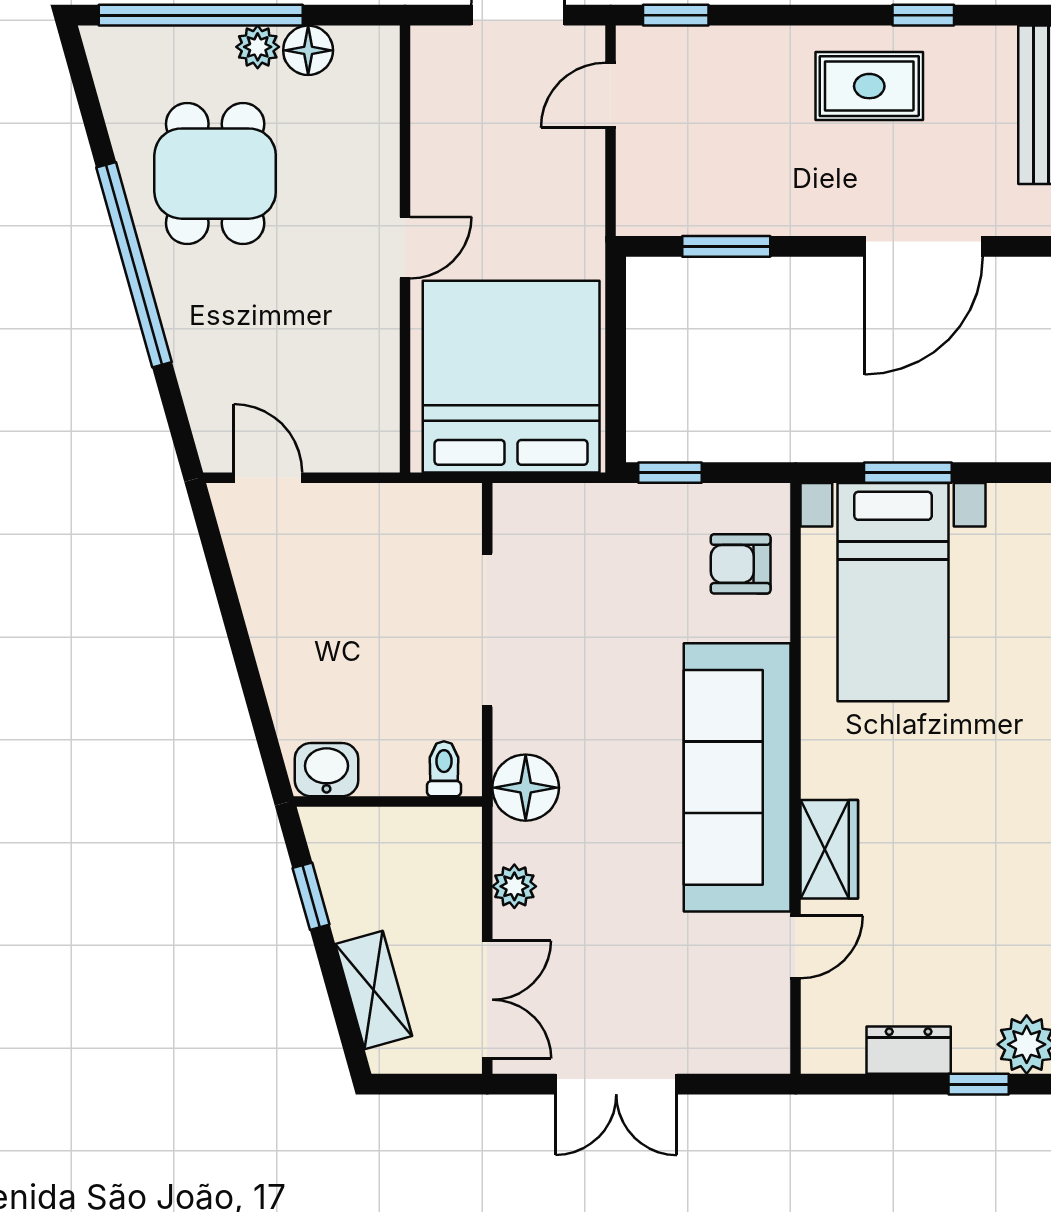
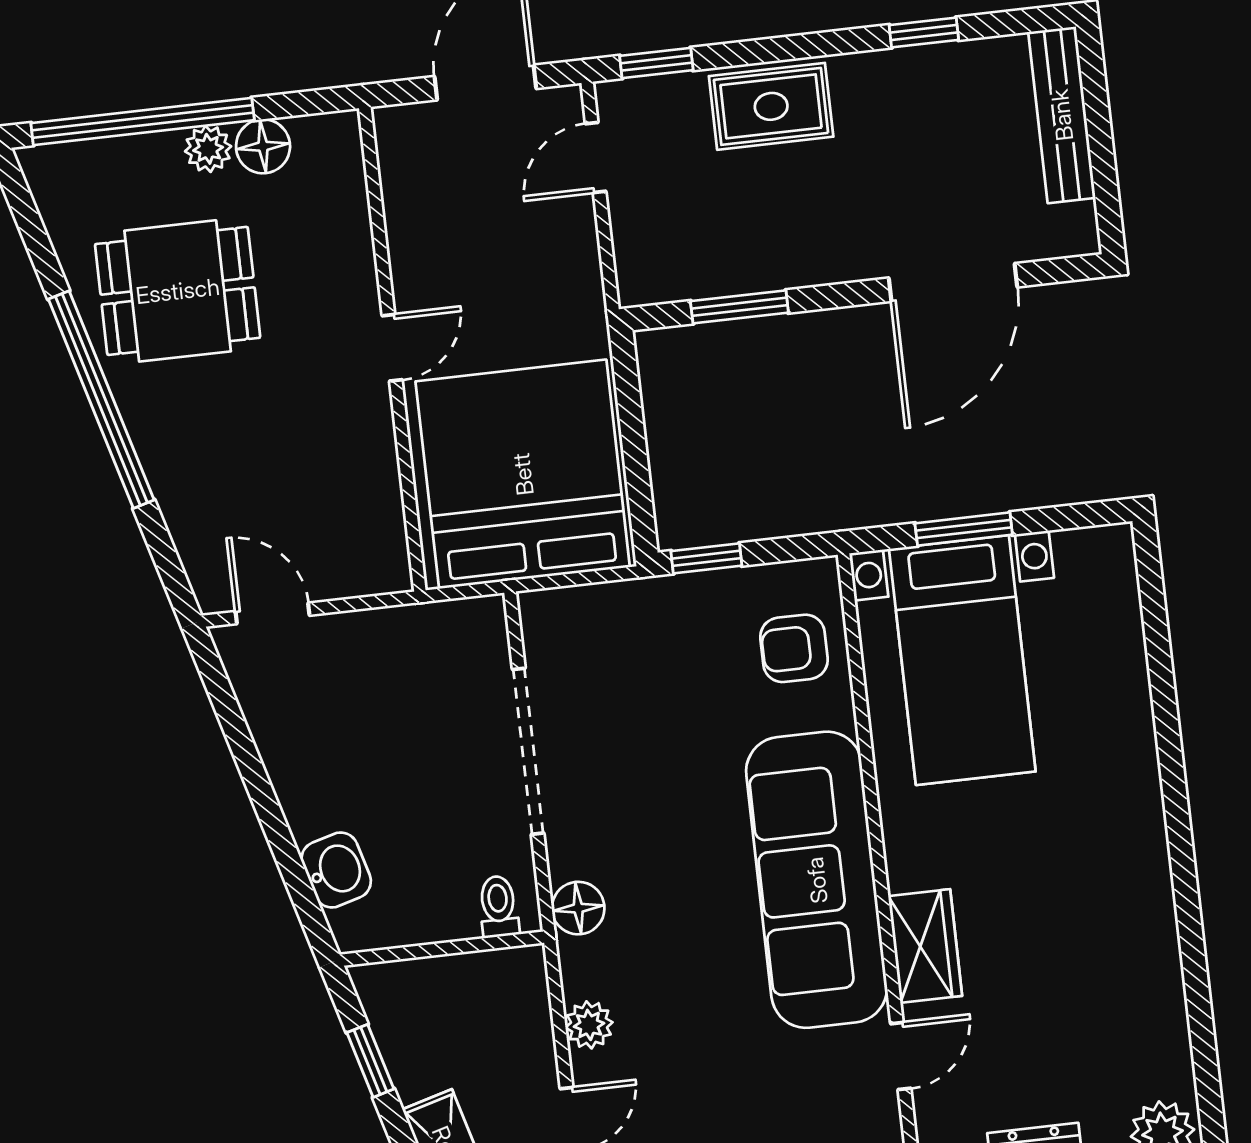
rug: (869, 86) -> (771, 106), moved
dining table: (215, 174) -> (178, 291), turned 90
washbasin: (326, 770) -> (336, 870), moved, turned 74
floor lamp: (526, 788) -> (578, 908), width x0.73, depth x0.73

